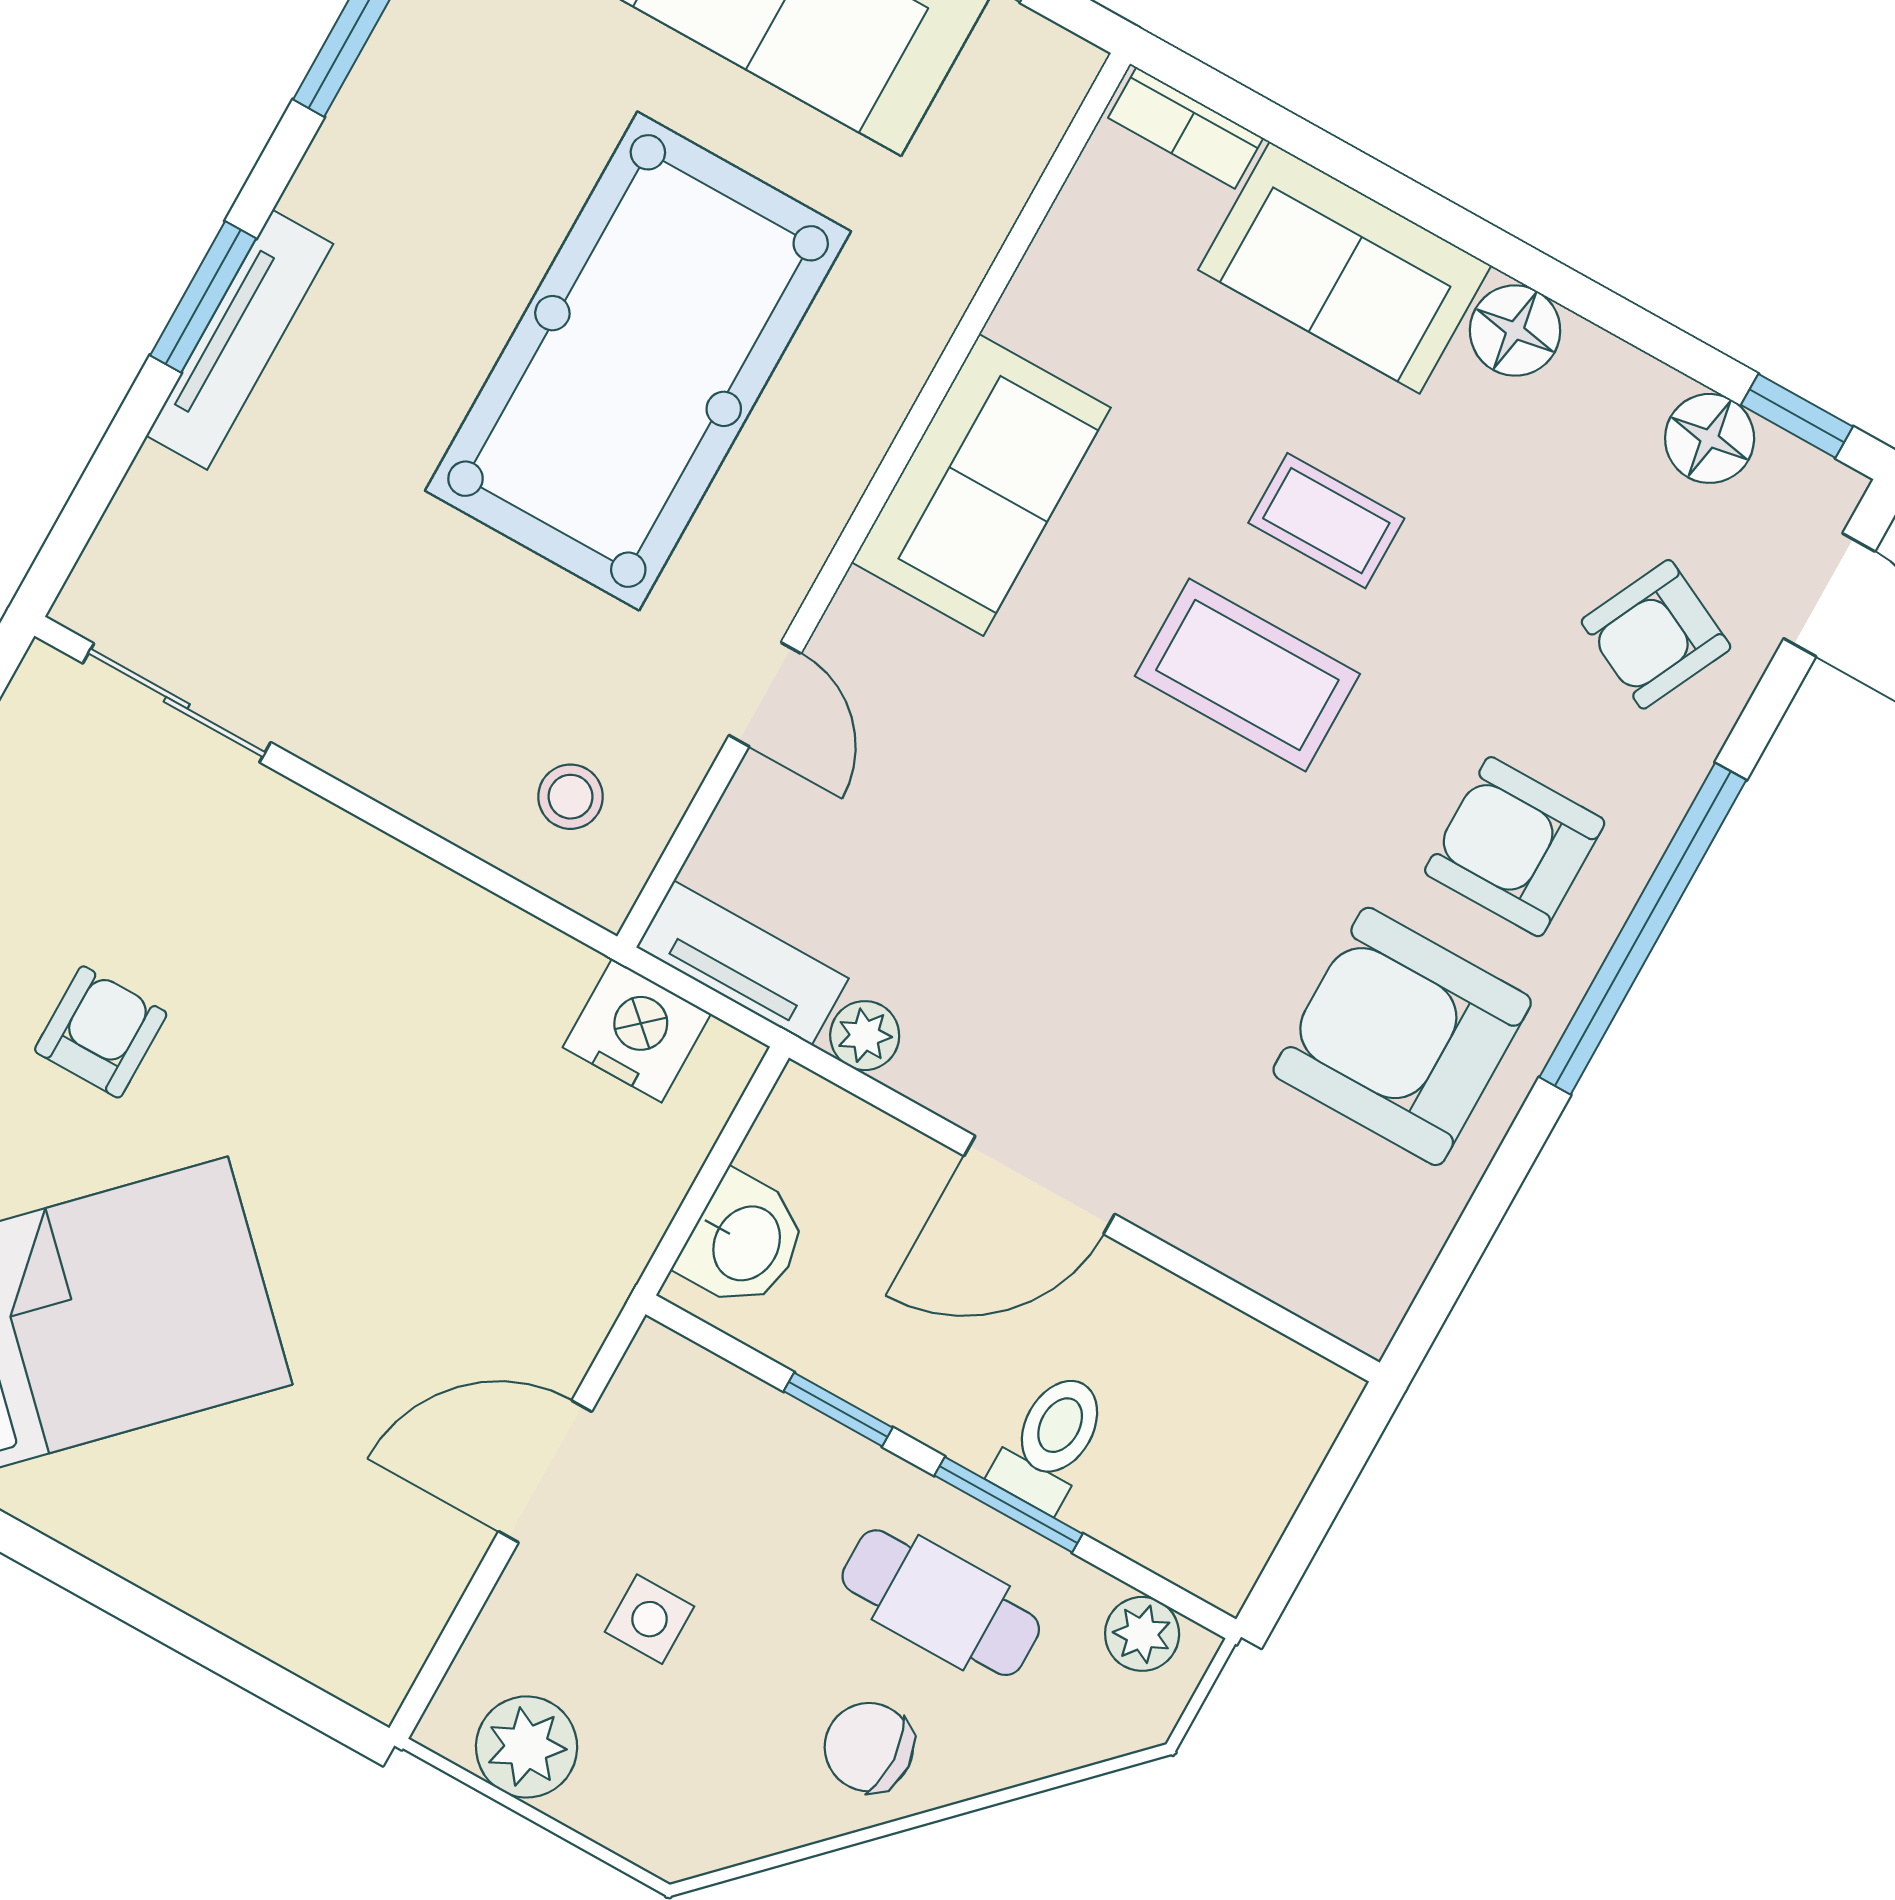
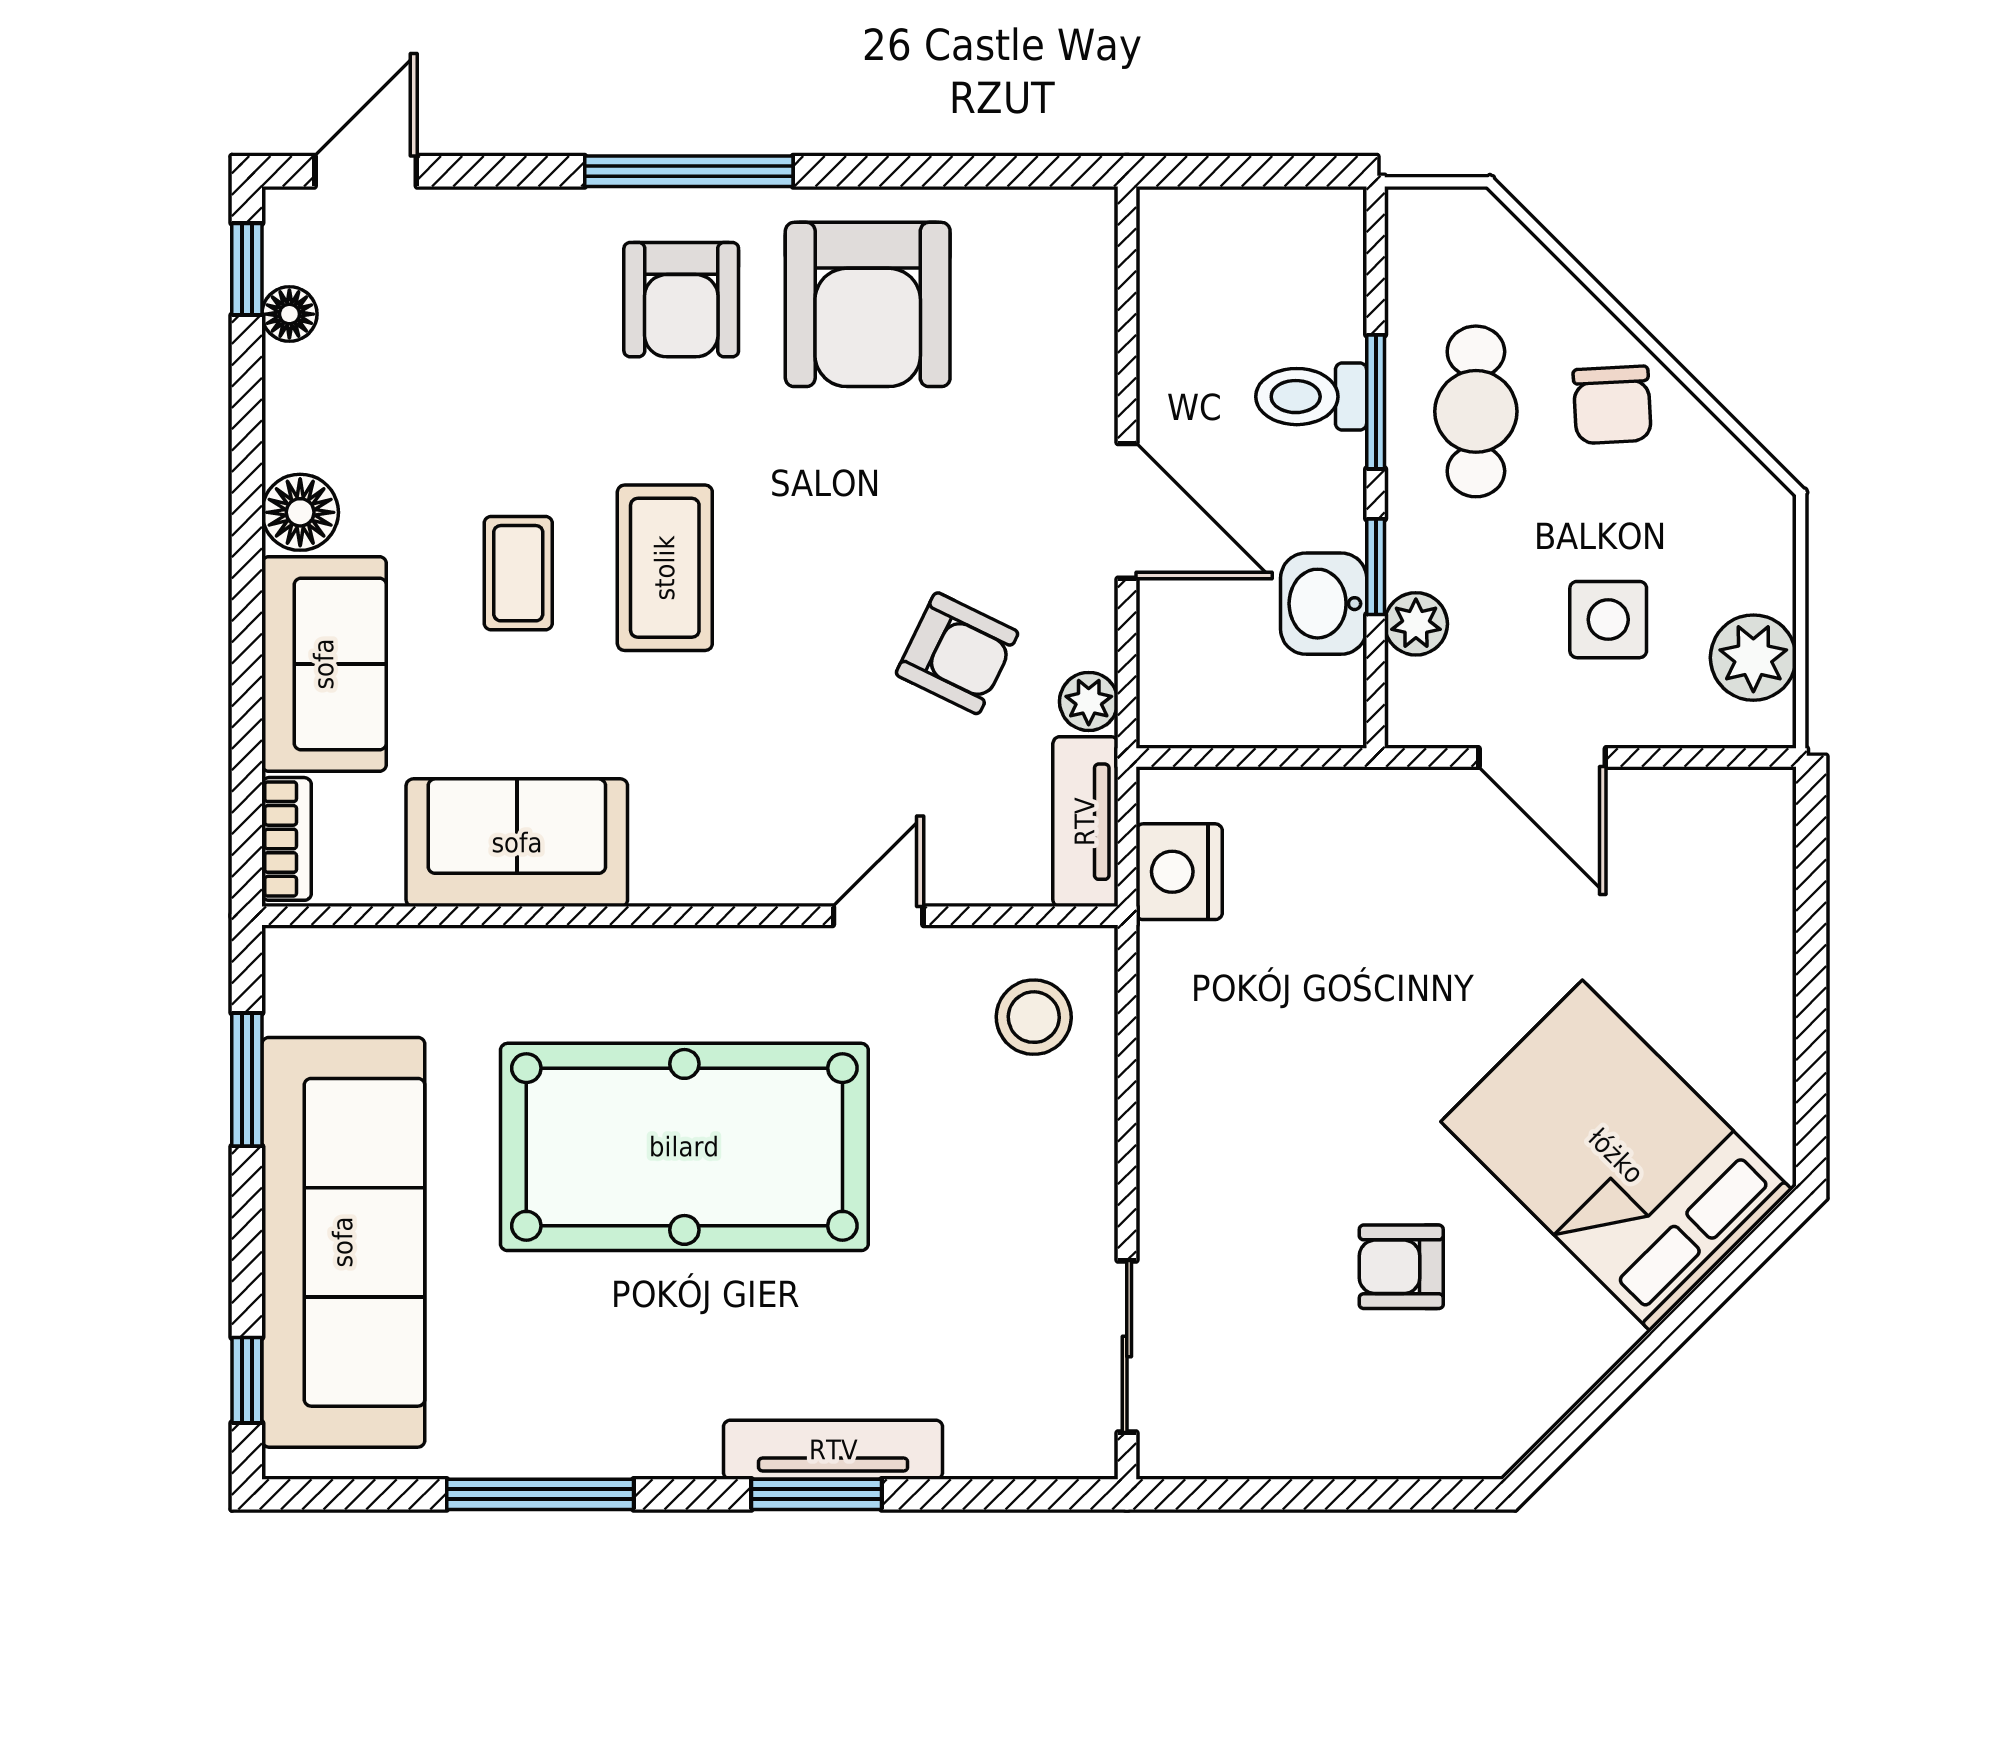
floor lamp: (1710, 438) -> (289, 314), width x0.73, depth x0.73
sofa: (981, 485) -> (517, 843), moved
armchair: (1656, 634) -> (957, 653), moved
stool: (571, 797) -> (1034, 1017), width x1.37, depth x1.37
window: (1643, 929) -> (689, 171), width x0.68
washbasin: (744, 1242) -> (1324, 604), moved, turned -90
side table: (650, 1619) -> (1608, 620), width x1.37, depth x1.37
plant: (1142, 1634) -> (1416, 624), moved

